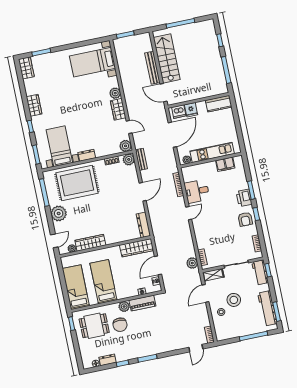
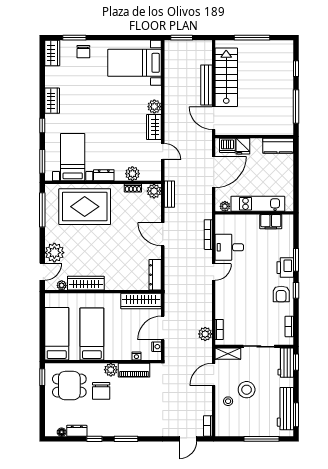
chair: (51, 62) -> (83, 52), added
plant: (126, 146) -> (132, 174), moved
door: (143, 192) -> (163, 234), swing flipped
plant: (59, 213) -> (54, 253), moved

